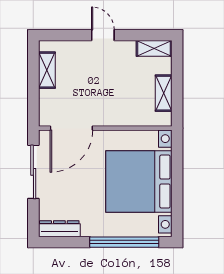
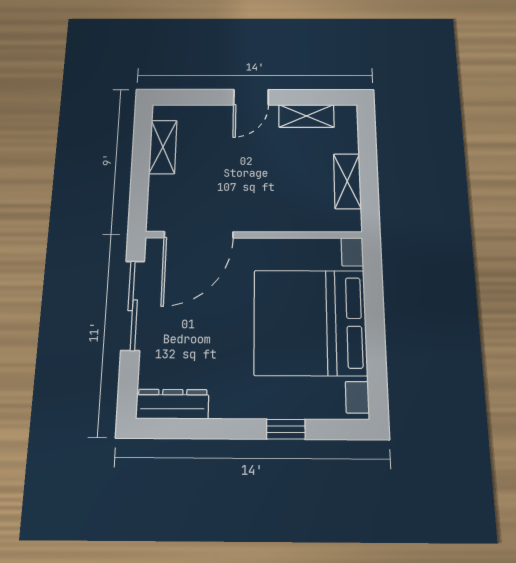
door: (103, 35) -> (251, 97), swing flipped
shelving: (154, 48) -> (306, 116), moved
window: (124, 242) -> (286, 429), width x0.32

